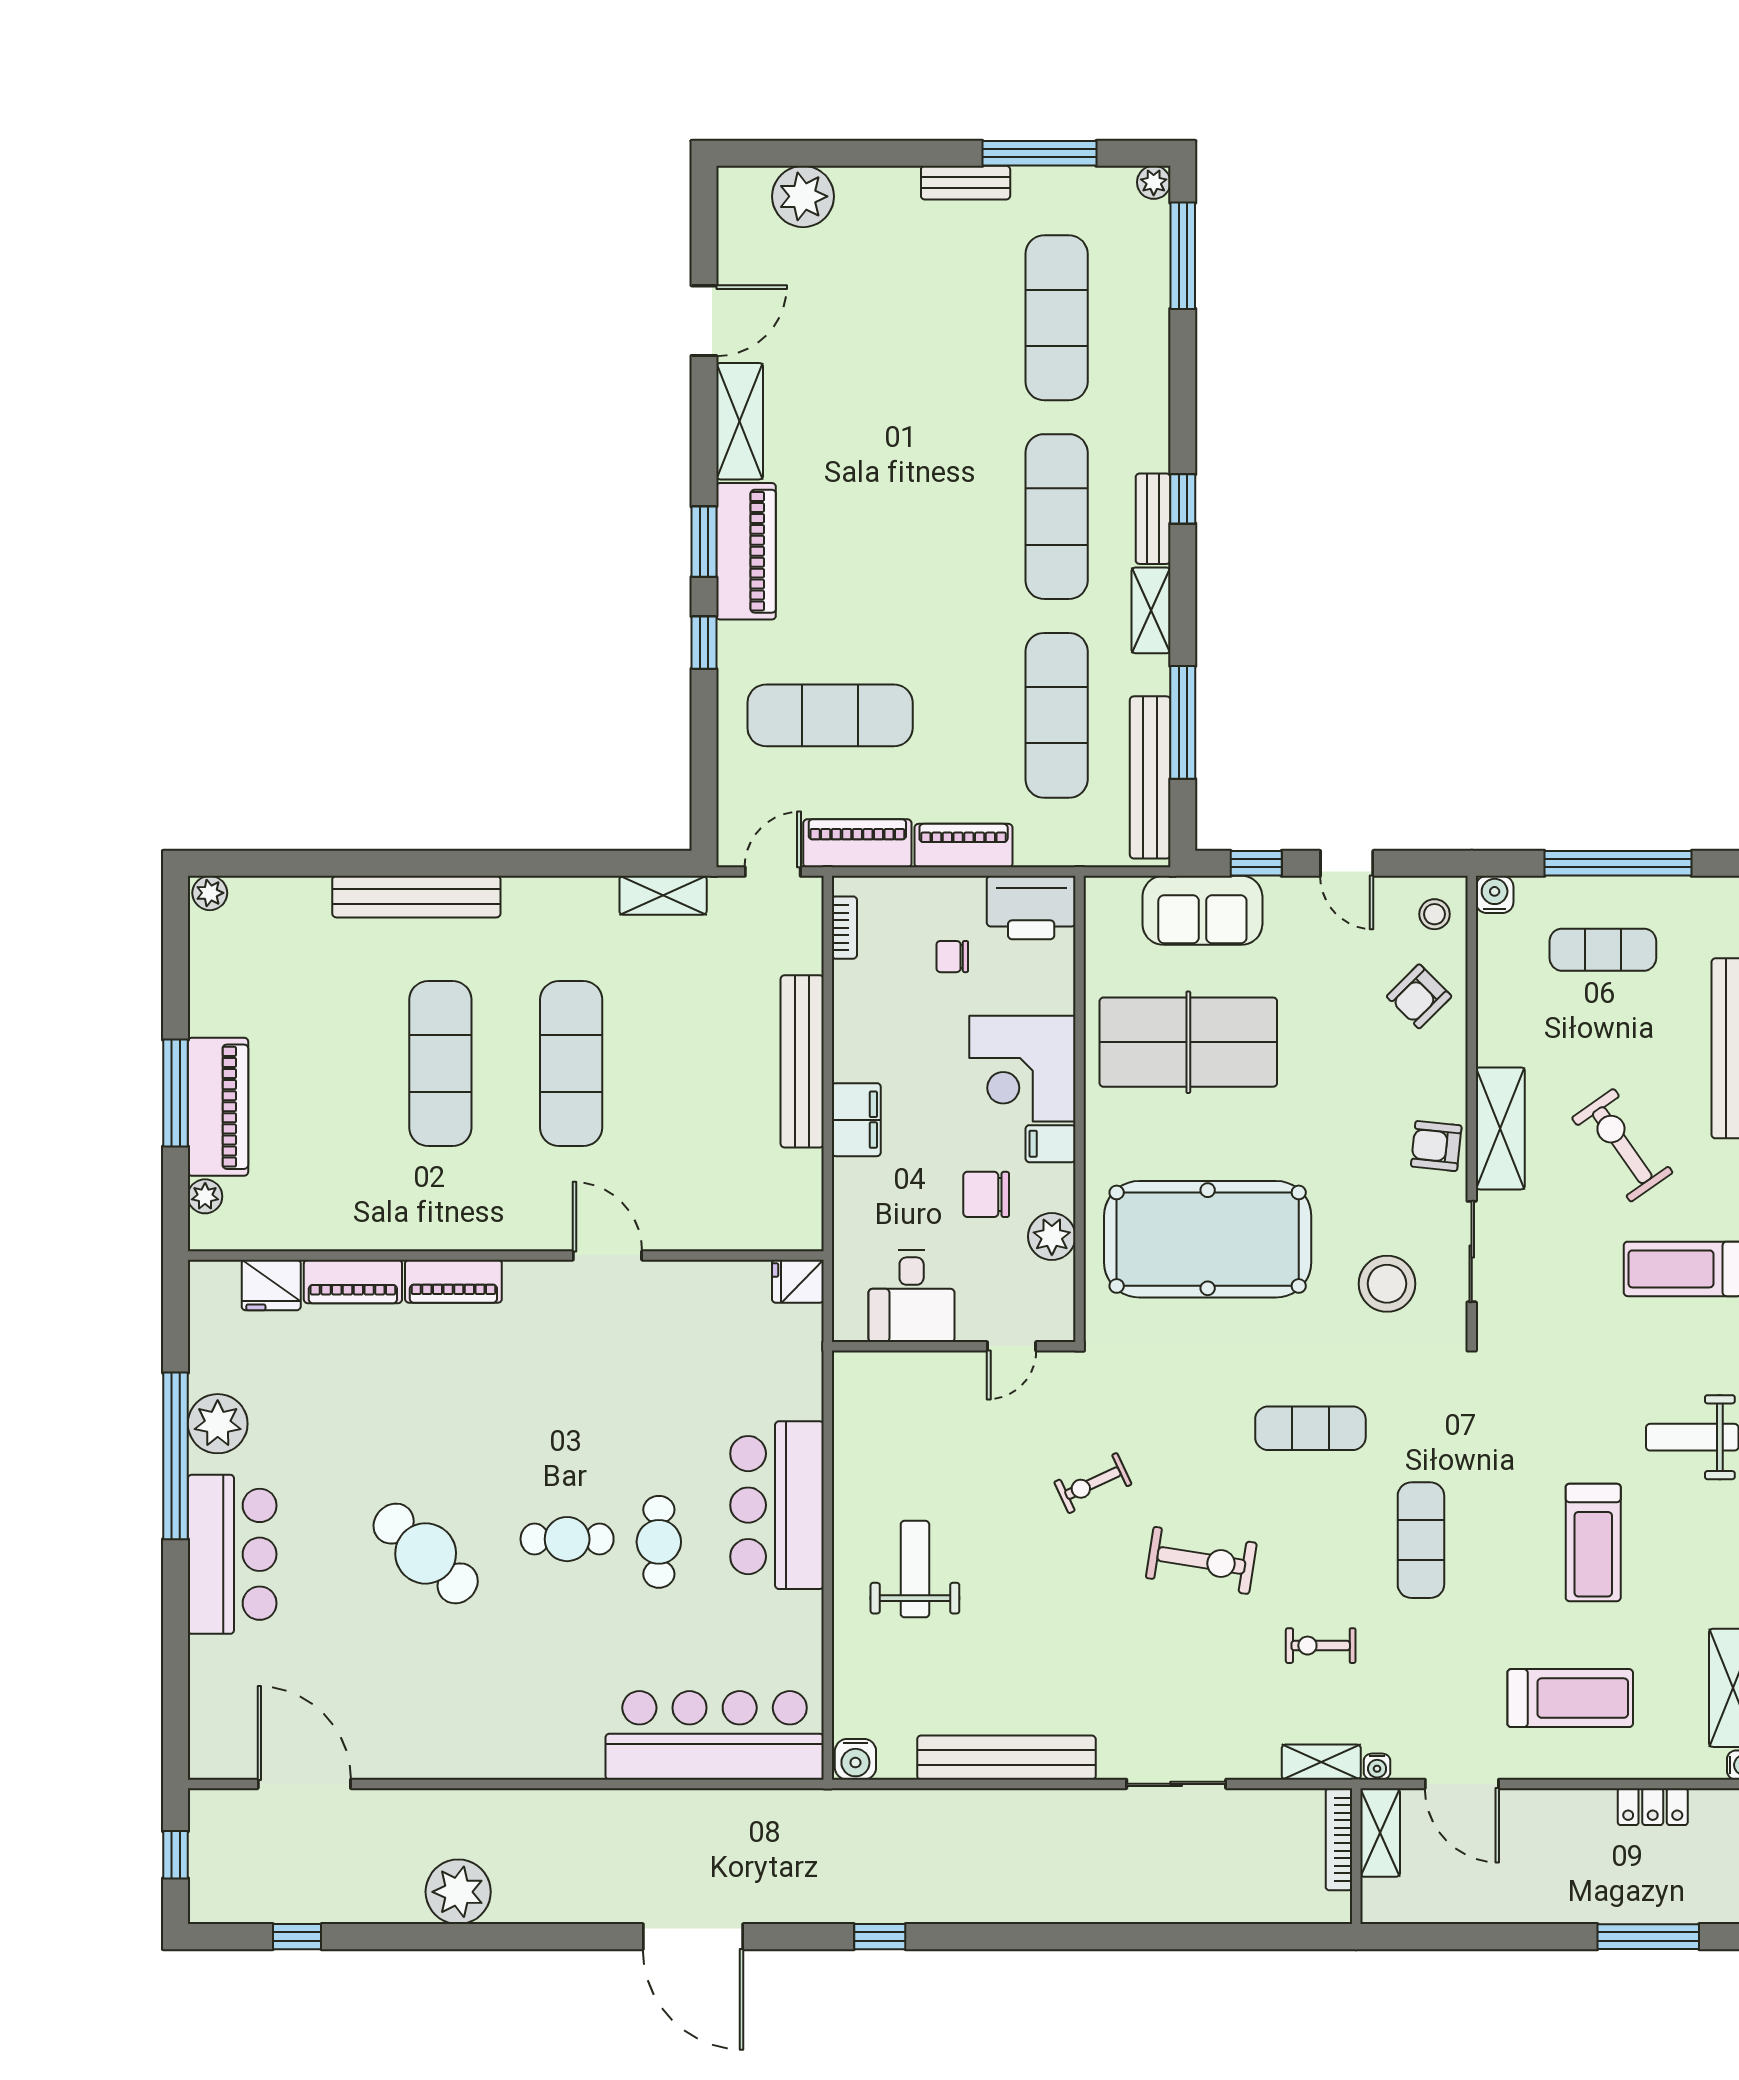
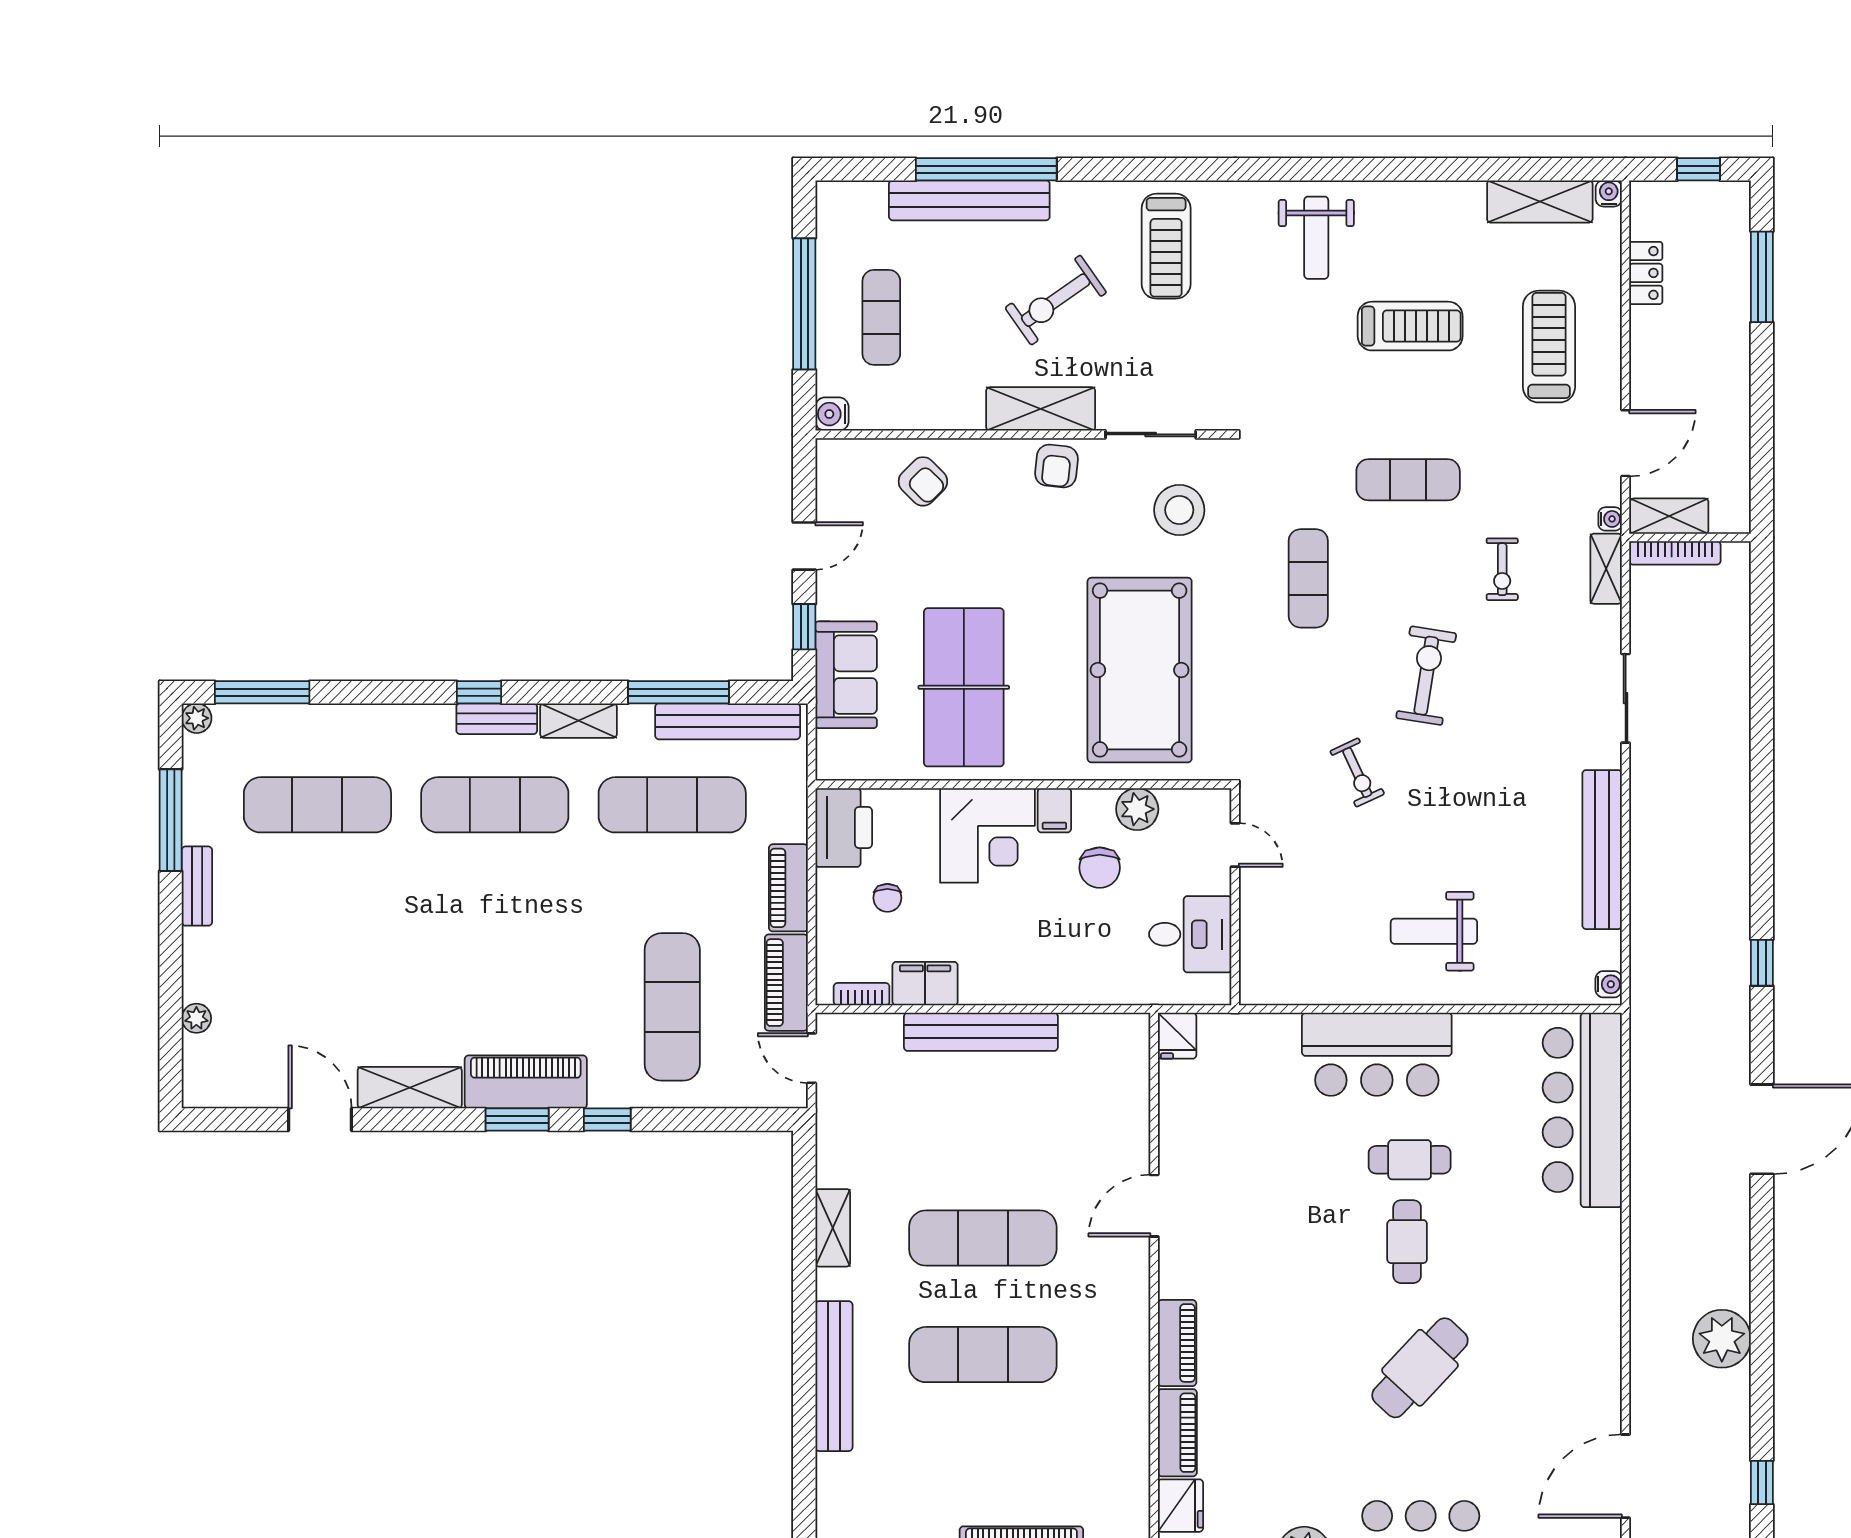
plant: (803, 196) -> (196, 1018), width x0.53, depth x0.53
shelving: (663, 895) -> (833, 1228), moved
stool: (1435, 914) -> (850, 468), removed
filing cabinet: (856, 1120) -> (925, 984), moved
water cooler: (855, 1759) -> (1609, 984), width x0.72, depth x0.72

